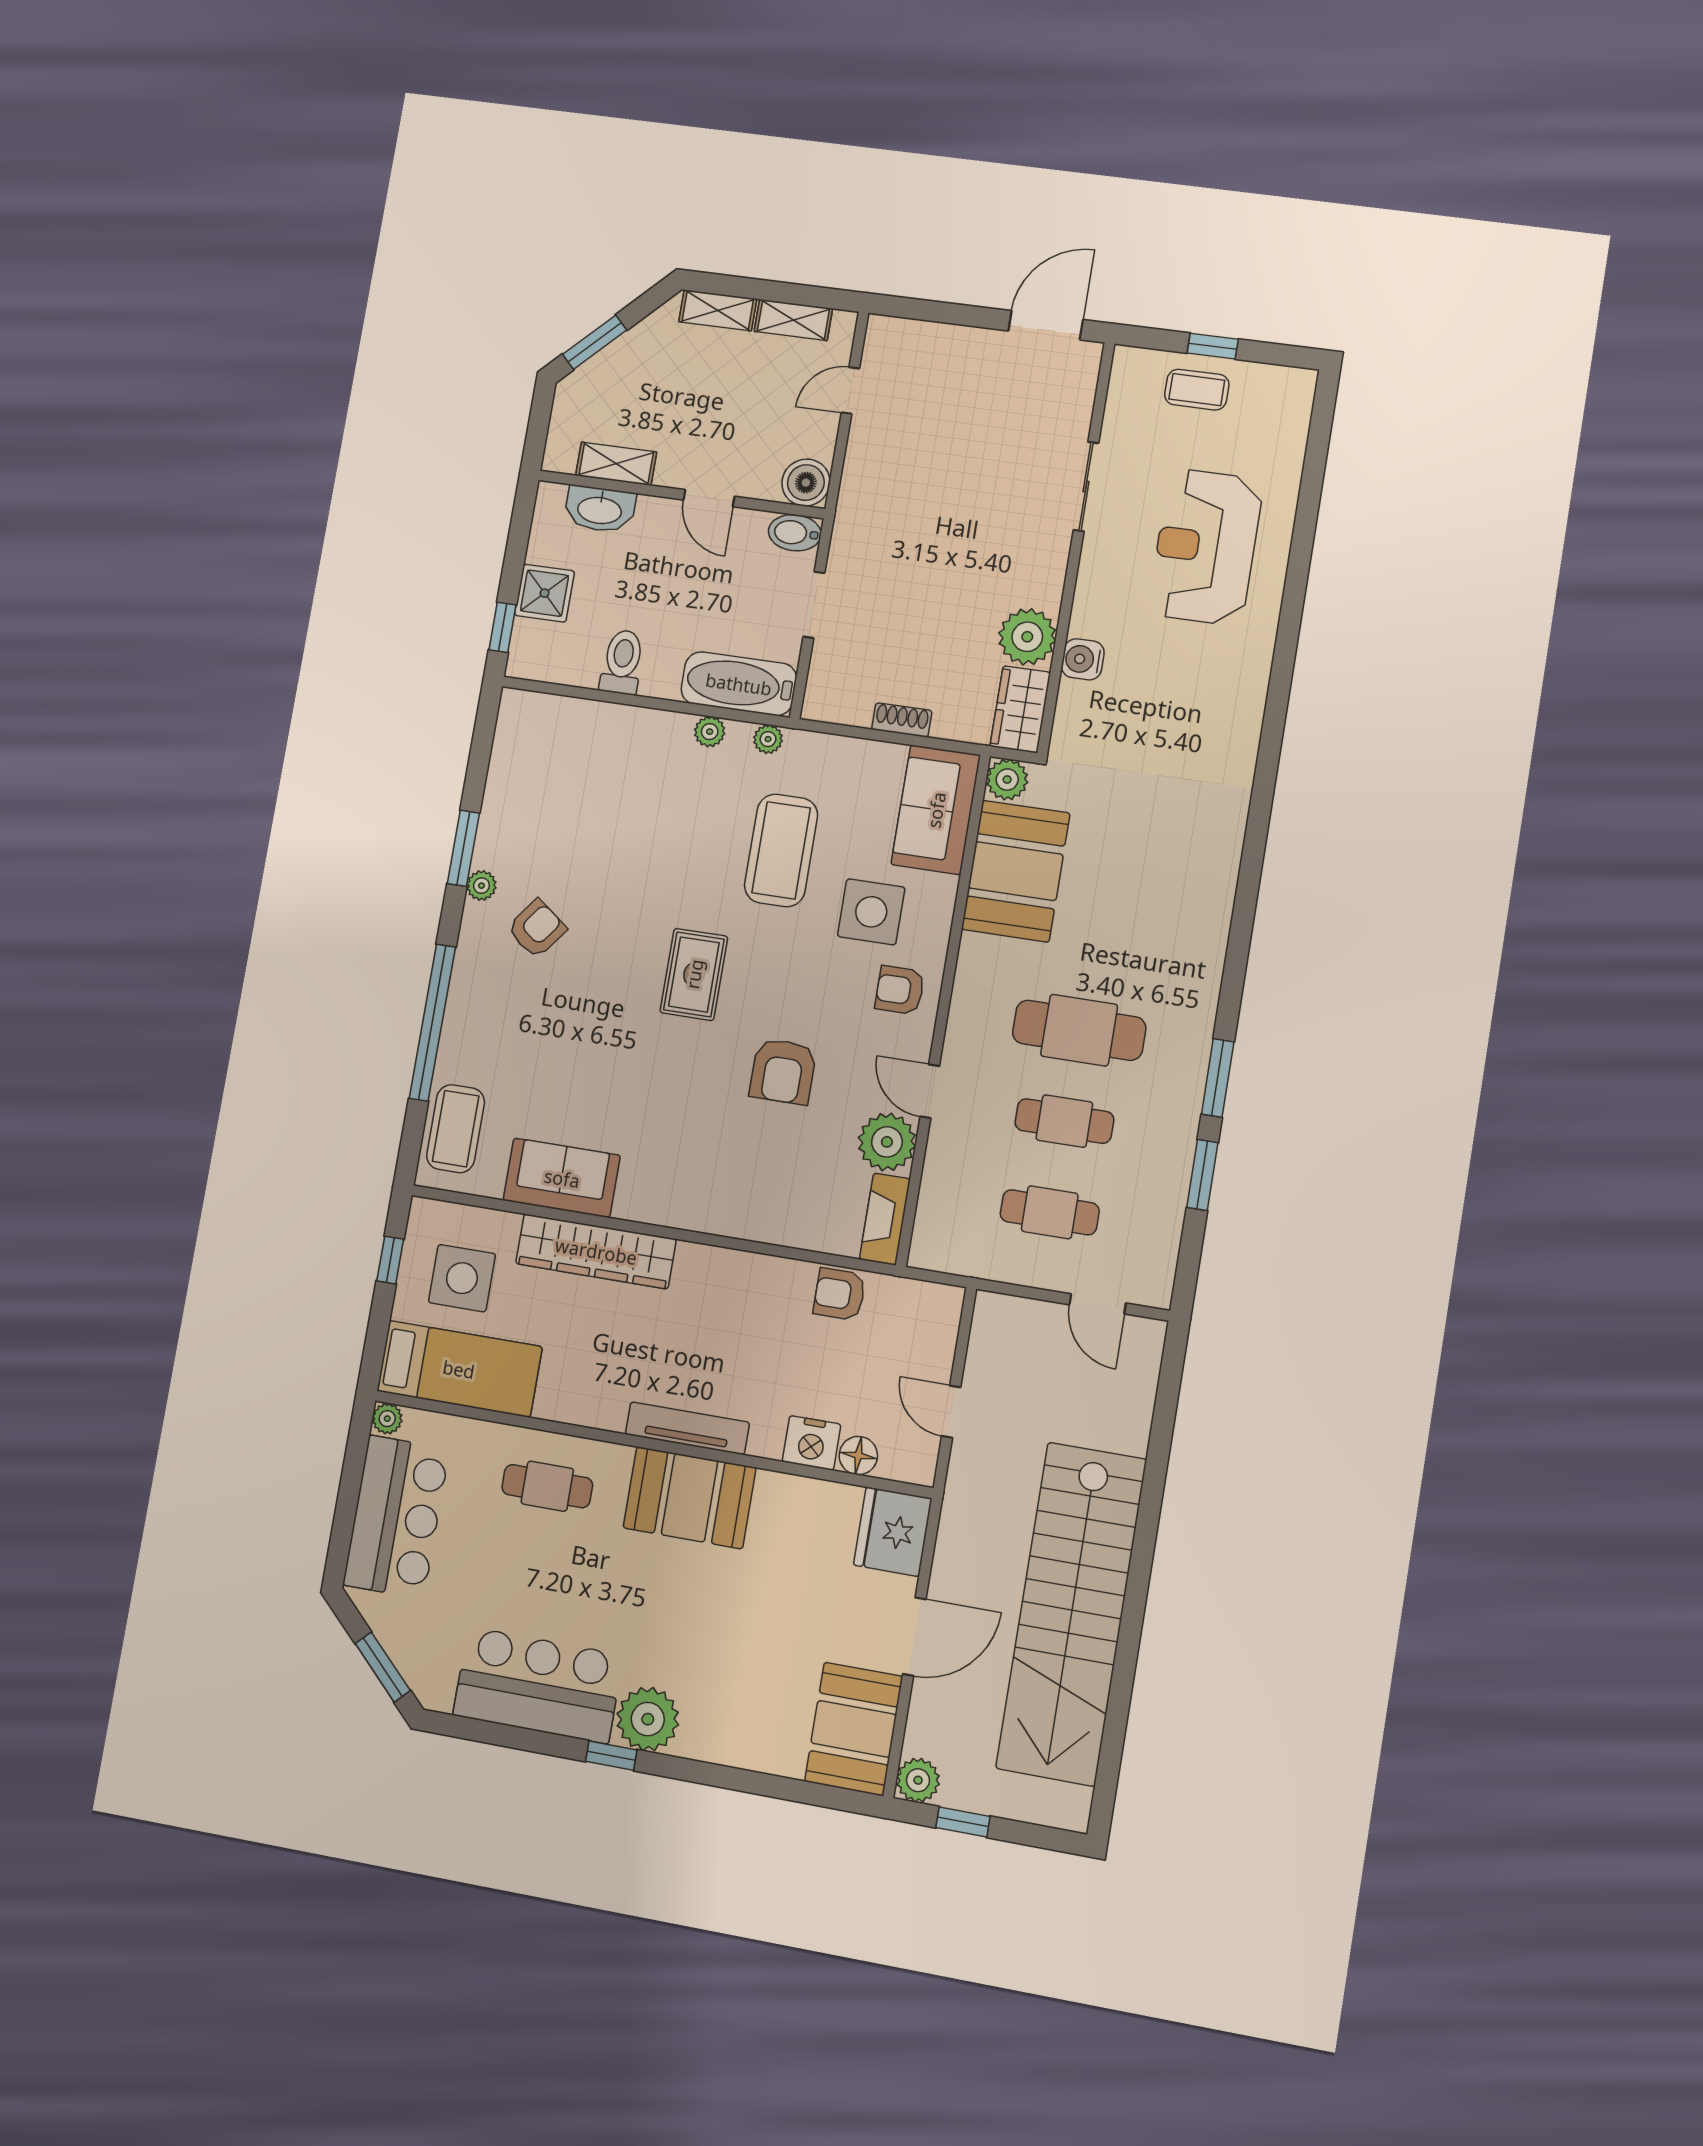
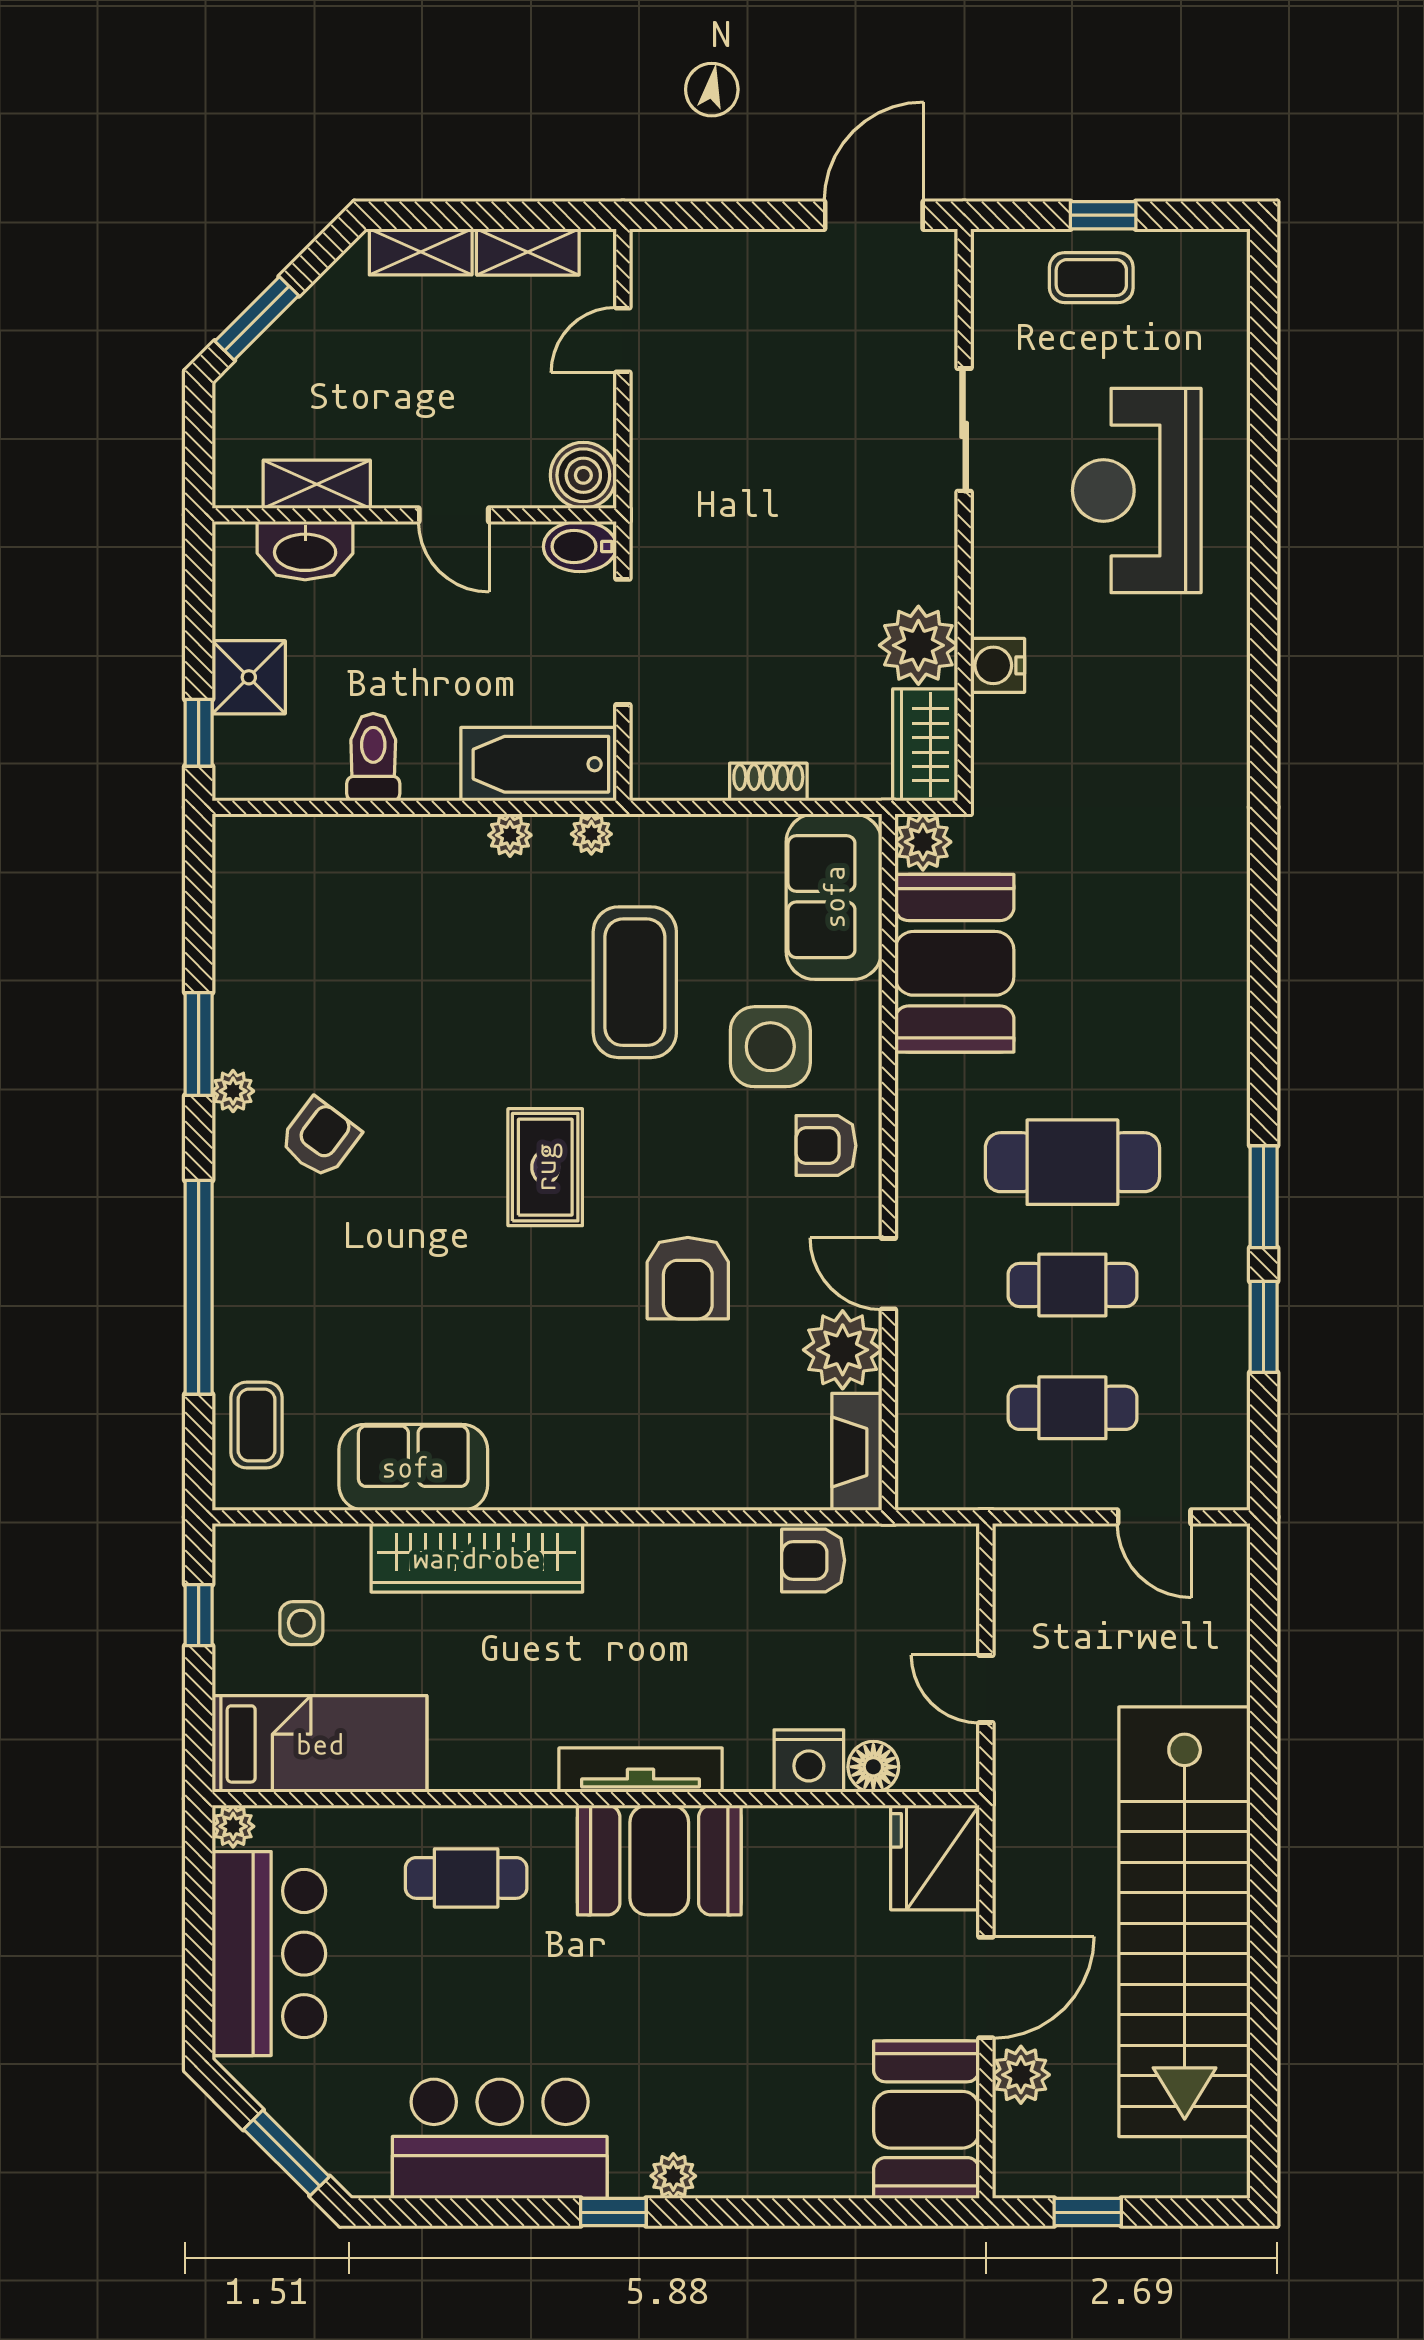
doorway: (814, 605) -> (623, 642), width x1.38
coffee table: (456, 1129) -> (257, 1425), width x0.73, depth x0.77
side table: (462, 1278) -> (301, 1623), width x0.54, depth x0.54
plant: (648, 1719) -> (673, 2176), width x0.53, depth x0.53
plant: (918, 1780) -> (1021, 2075), moved

